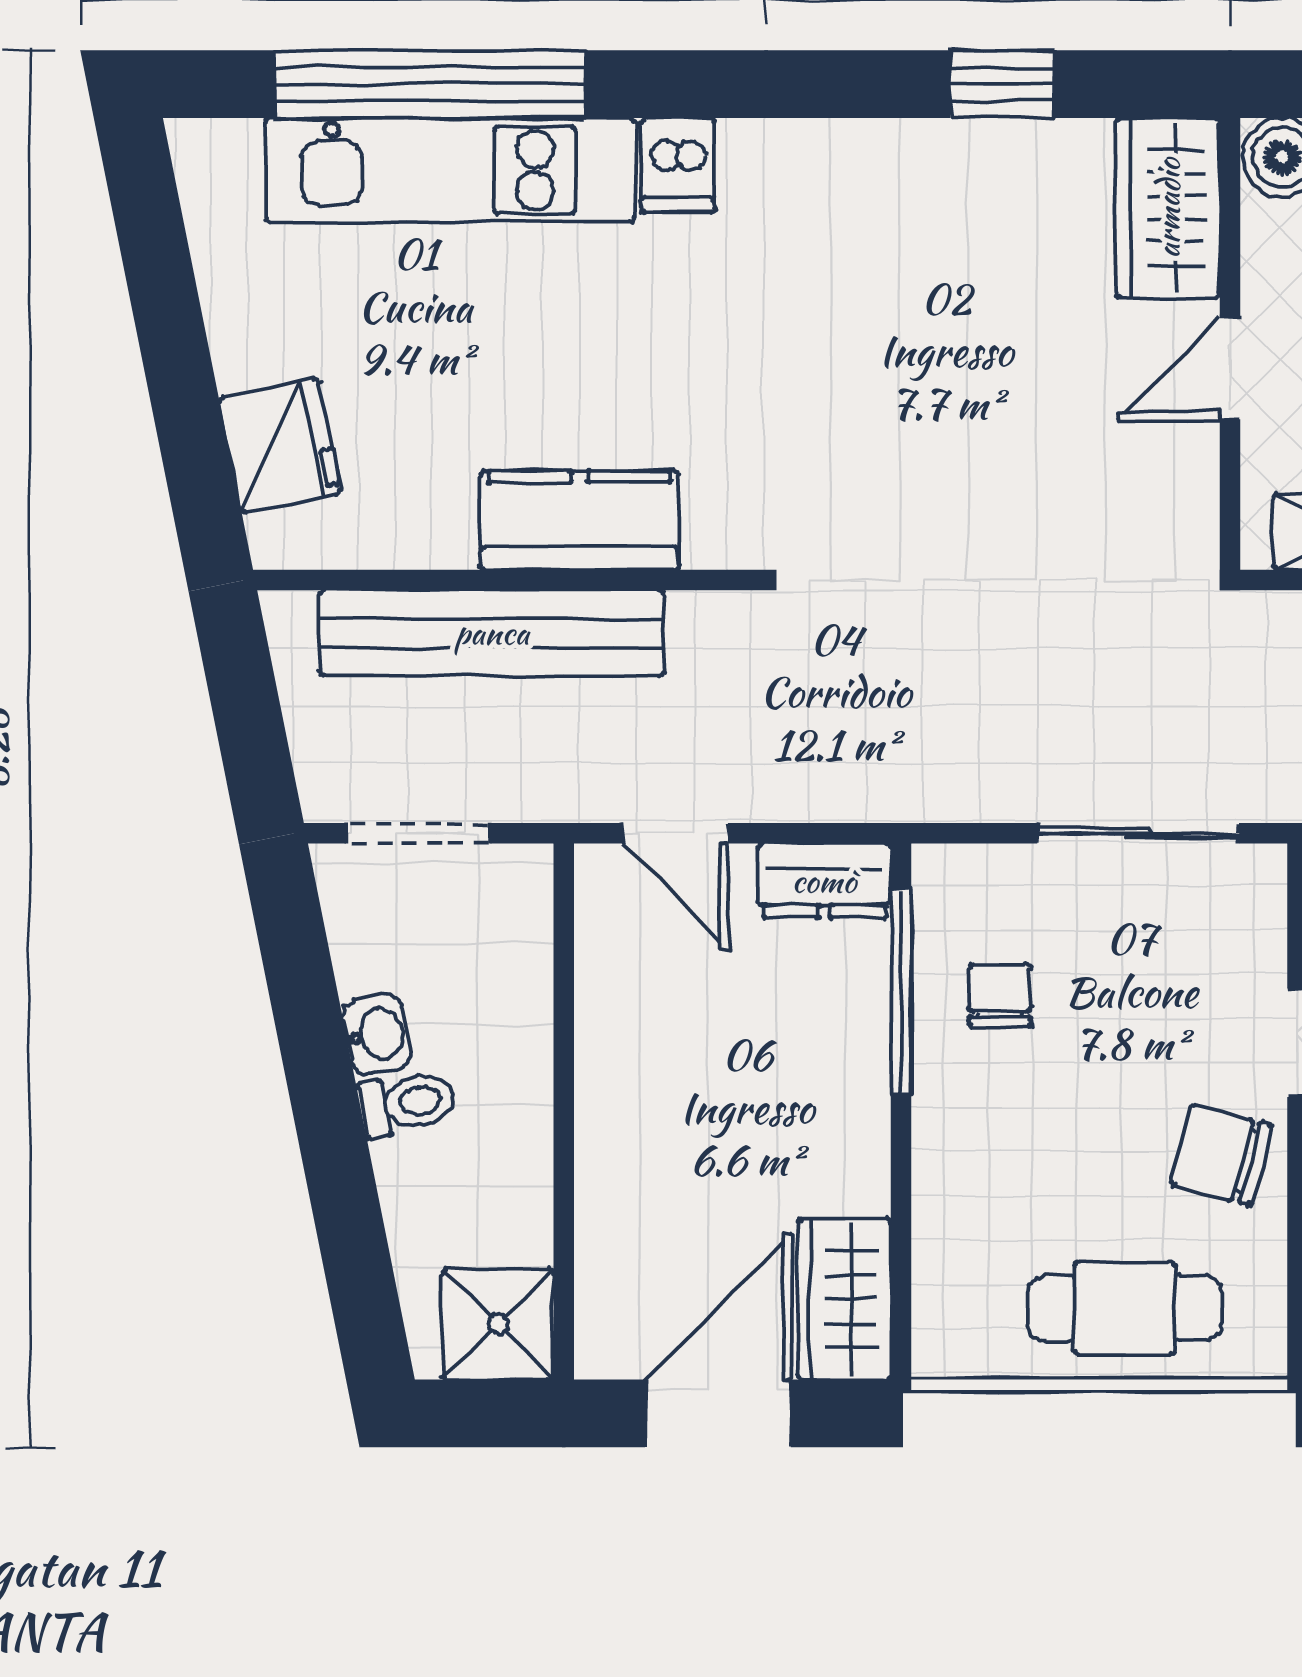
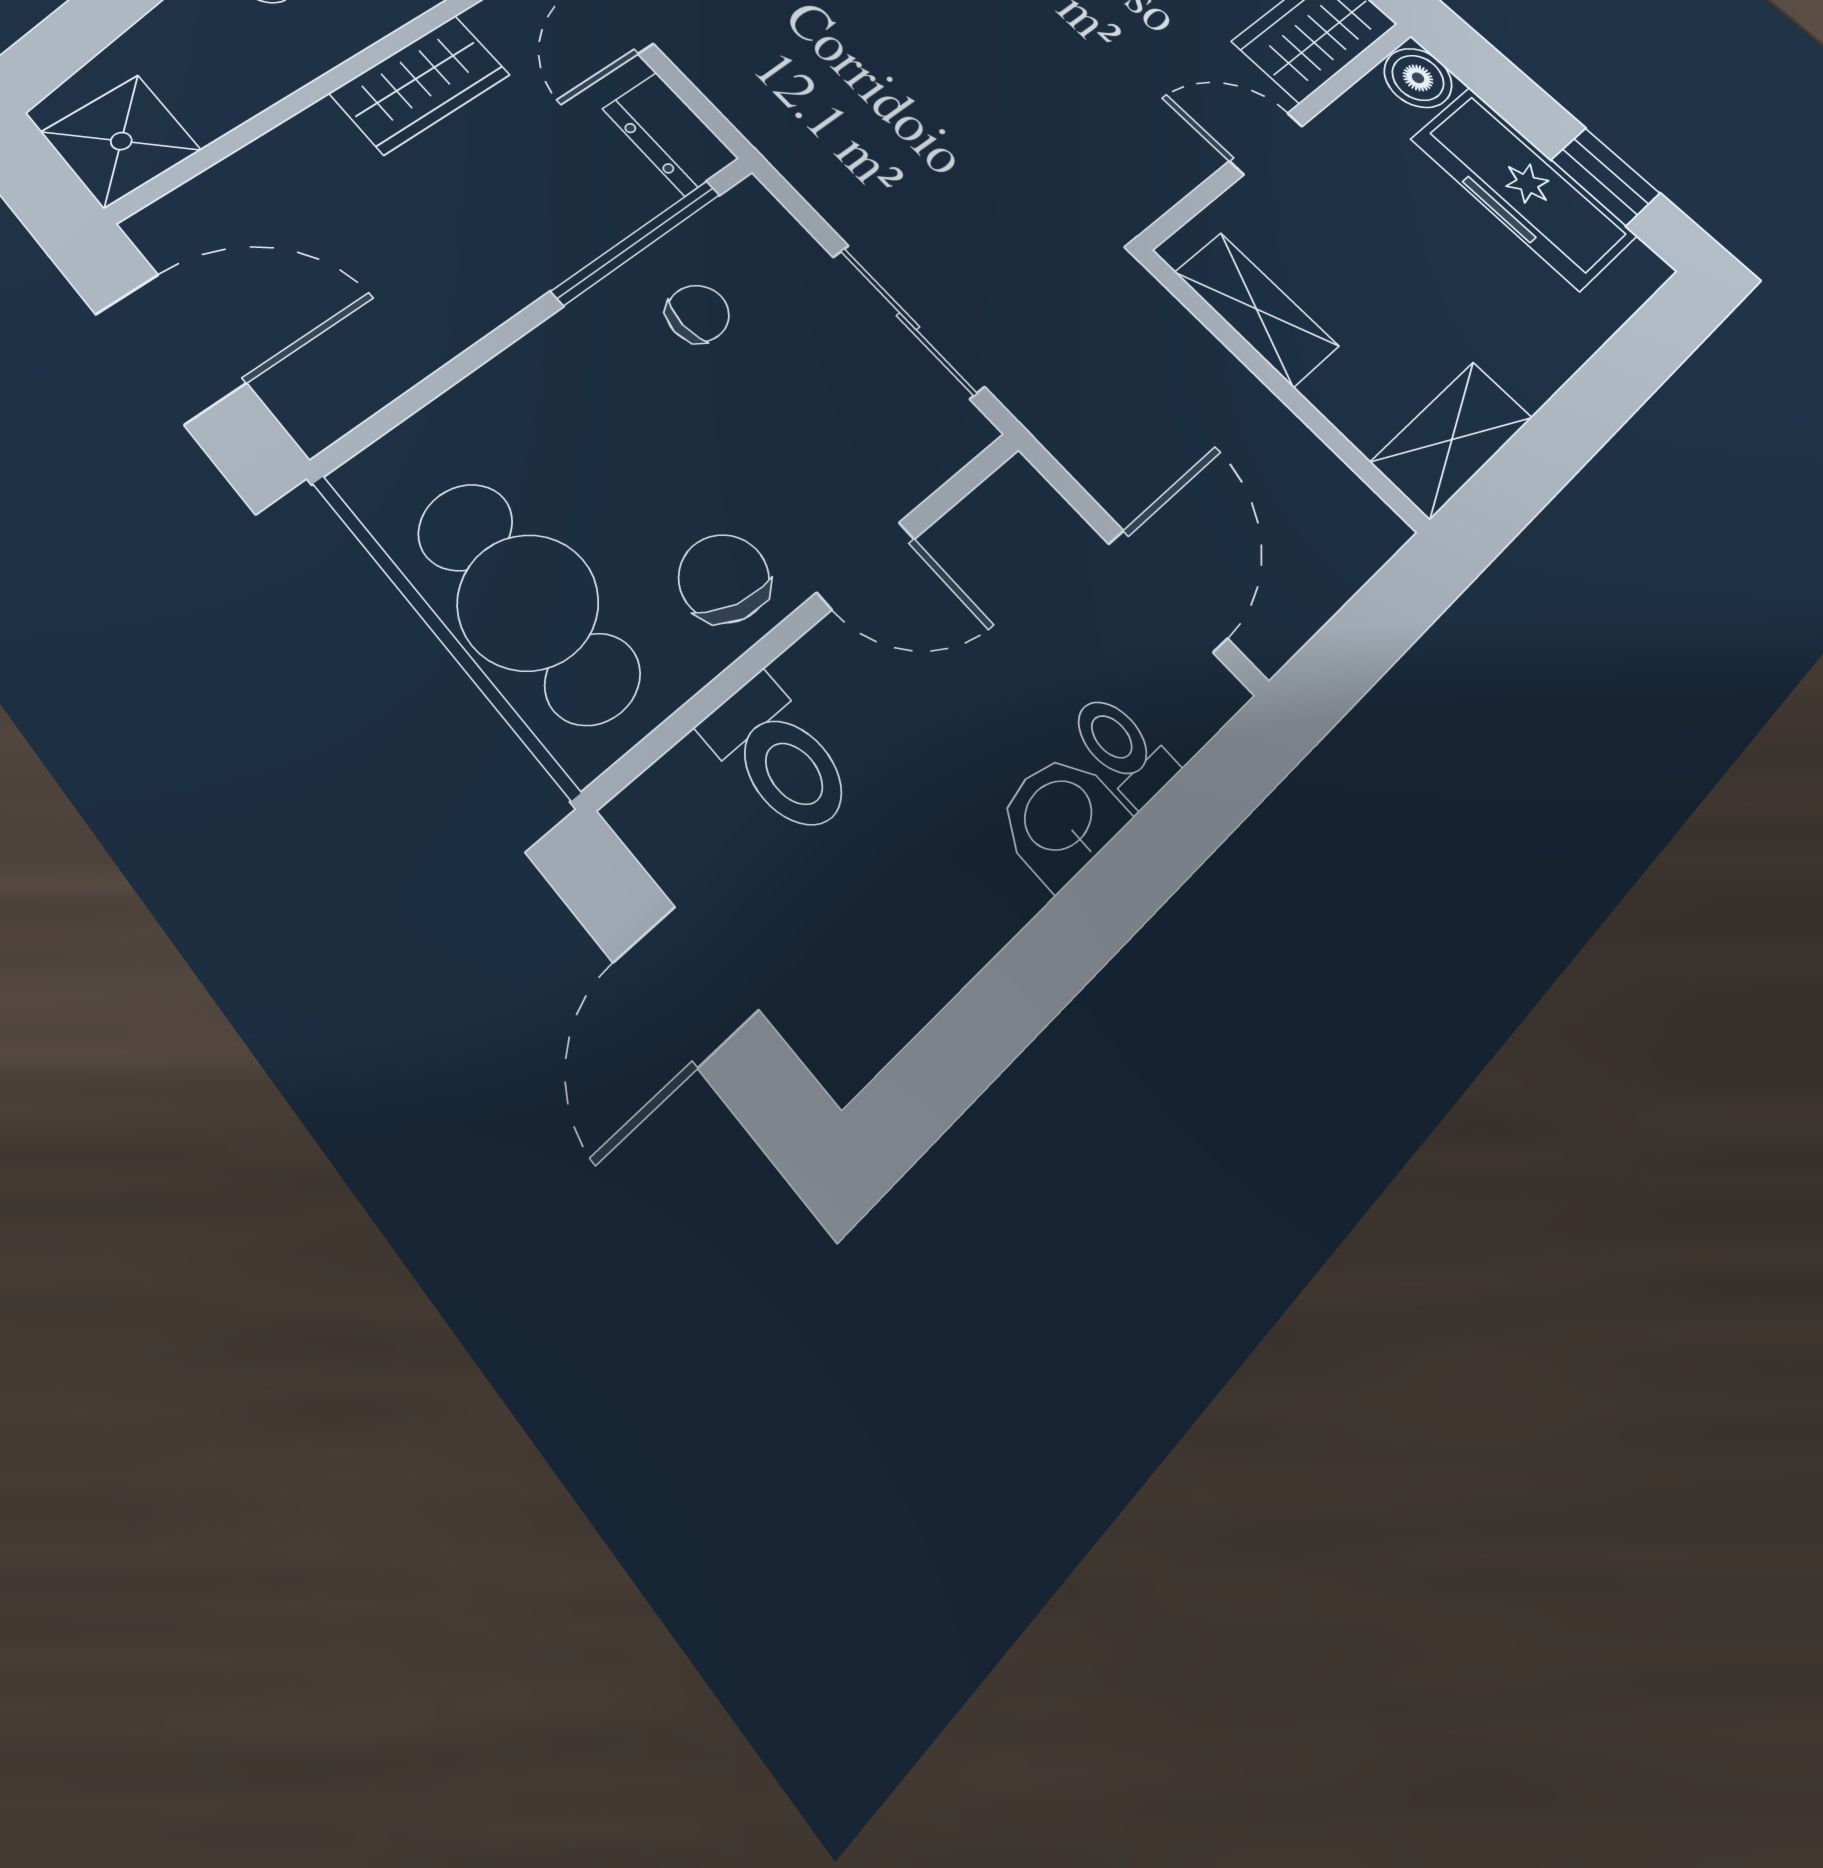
wardrobe: (844, 1299) -> (420, 84), moved, turned 180
cafe table: (1125, 1308) -> (528, 602), width x1.37, depth x1.35

